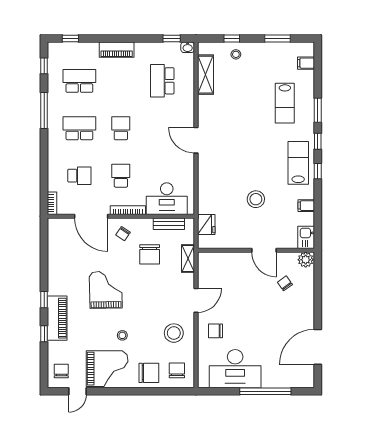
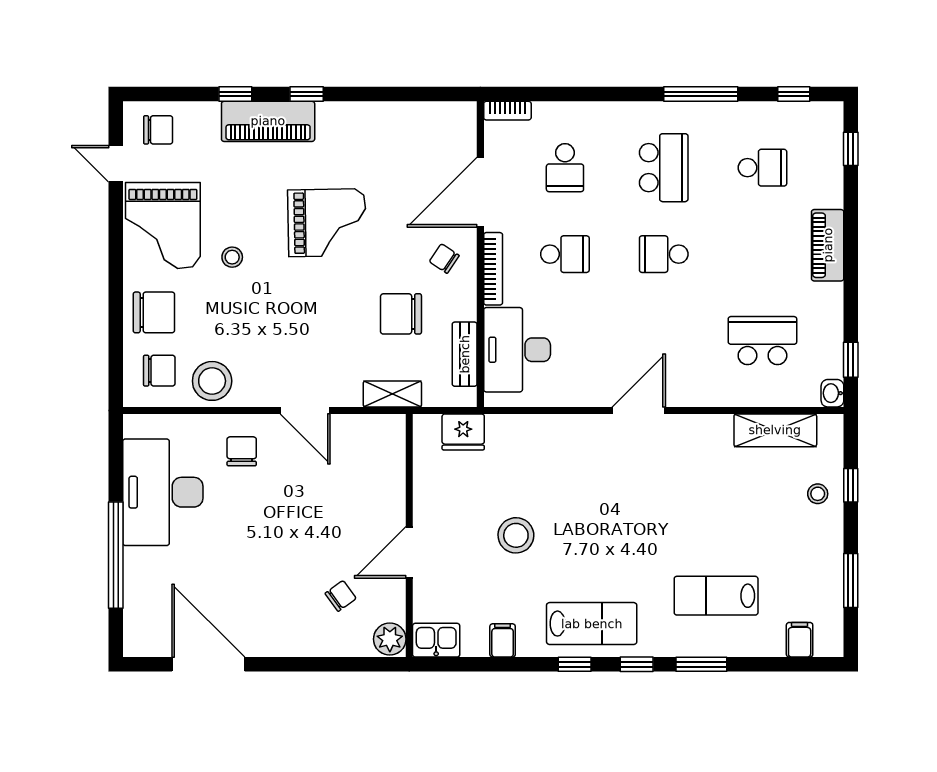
school desk: (79, 81) -> (762, 168), width x0.54
school desk: (121, 128) -> (664, 254), turned 180
stool: (174, 333) -> (212, 381), moved
chair: (149, 373) -> (154, 312), turned -90

